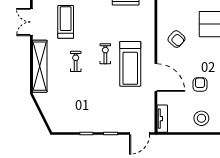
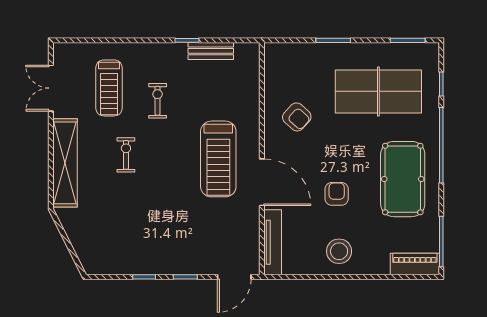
treadmill: (66, 22) -> (109, 88), turned 180
exercise bike: (105, 54) -> (158, 101), moved
tv unit: (162, 119) -> (273, 242), width x1.41

